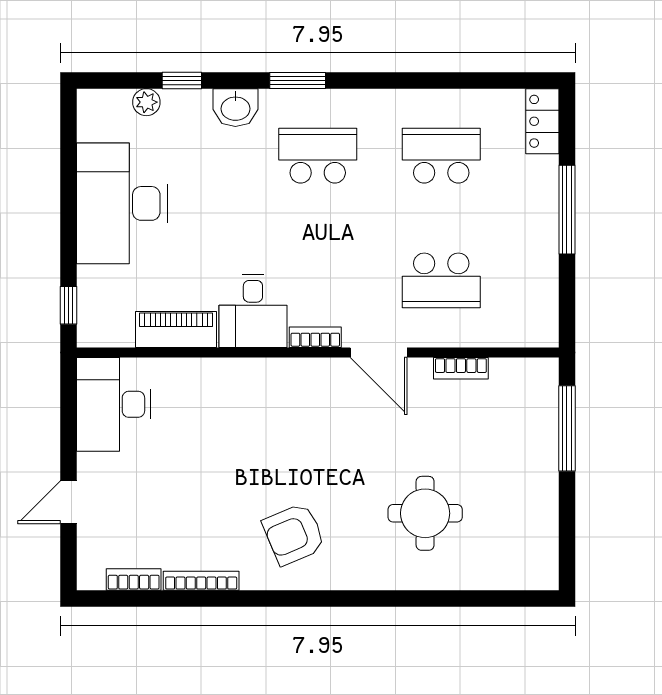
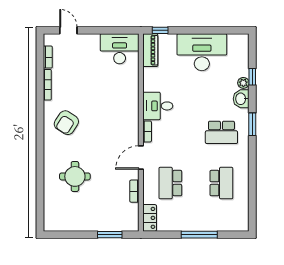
plant: (146, 102) -> (243, 83), moved
locker: (542, 121) -> (150, 218), moved, turned 90
school desk: (318, 156) -> (221, 132), turned 90
piano: (176, 329) -> (150, 50), moved
window: (567, 428) -> (110, 235), width x0.69
door: (68, 502) -> (68, 30), moved
armchair: (294, 534) -> (66, 123), turned -124

